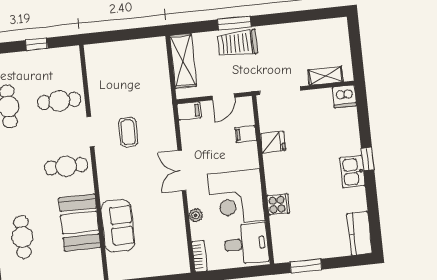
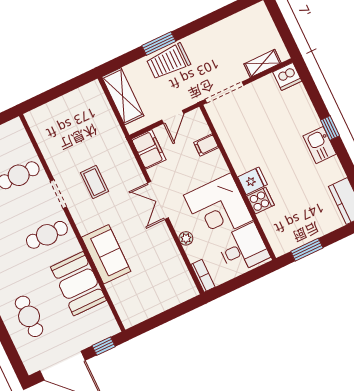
filing cabinet: (189, 111) -> (149, 149), width x2.00
fridge: (273, 142) -> (252, 181), moved
sofa: (118, 226) -> (106, 254), moved

